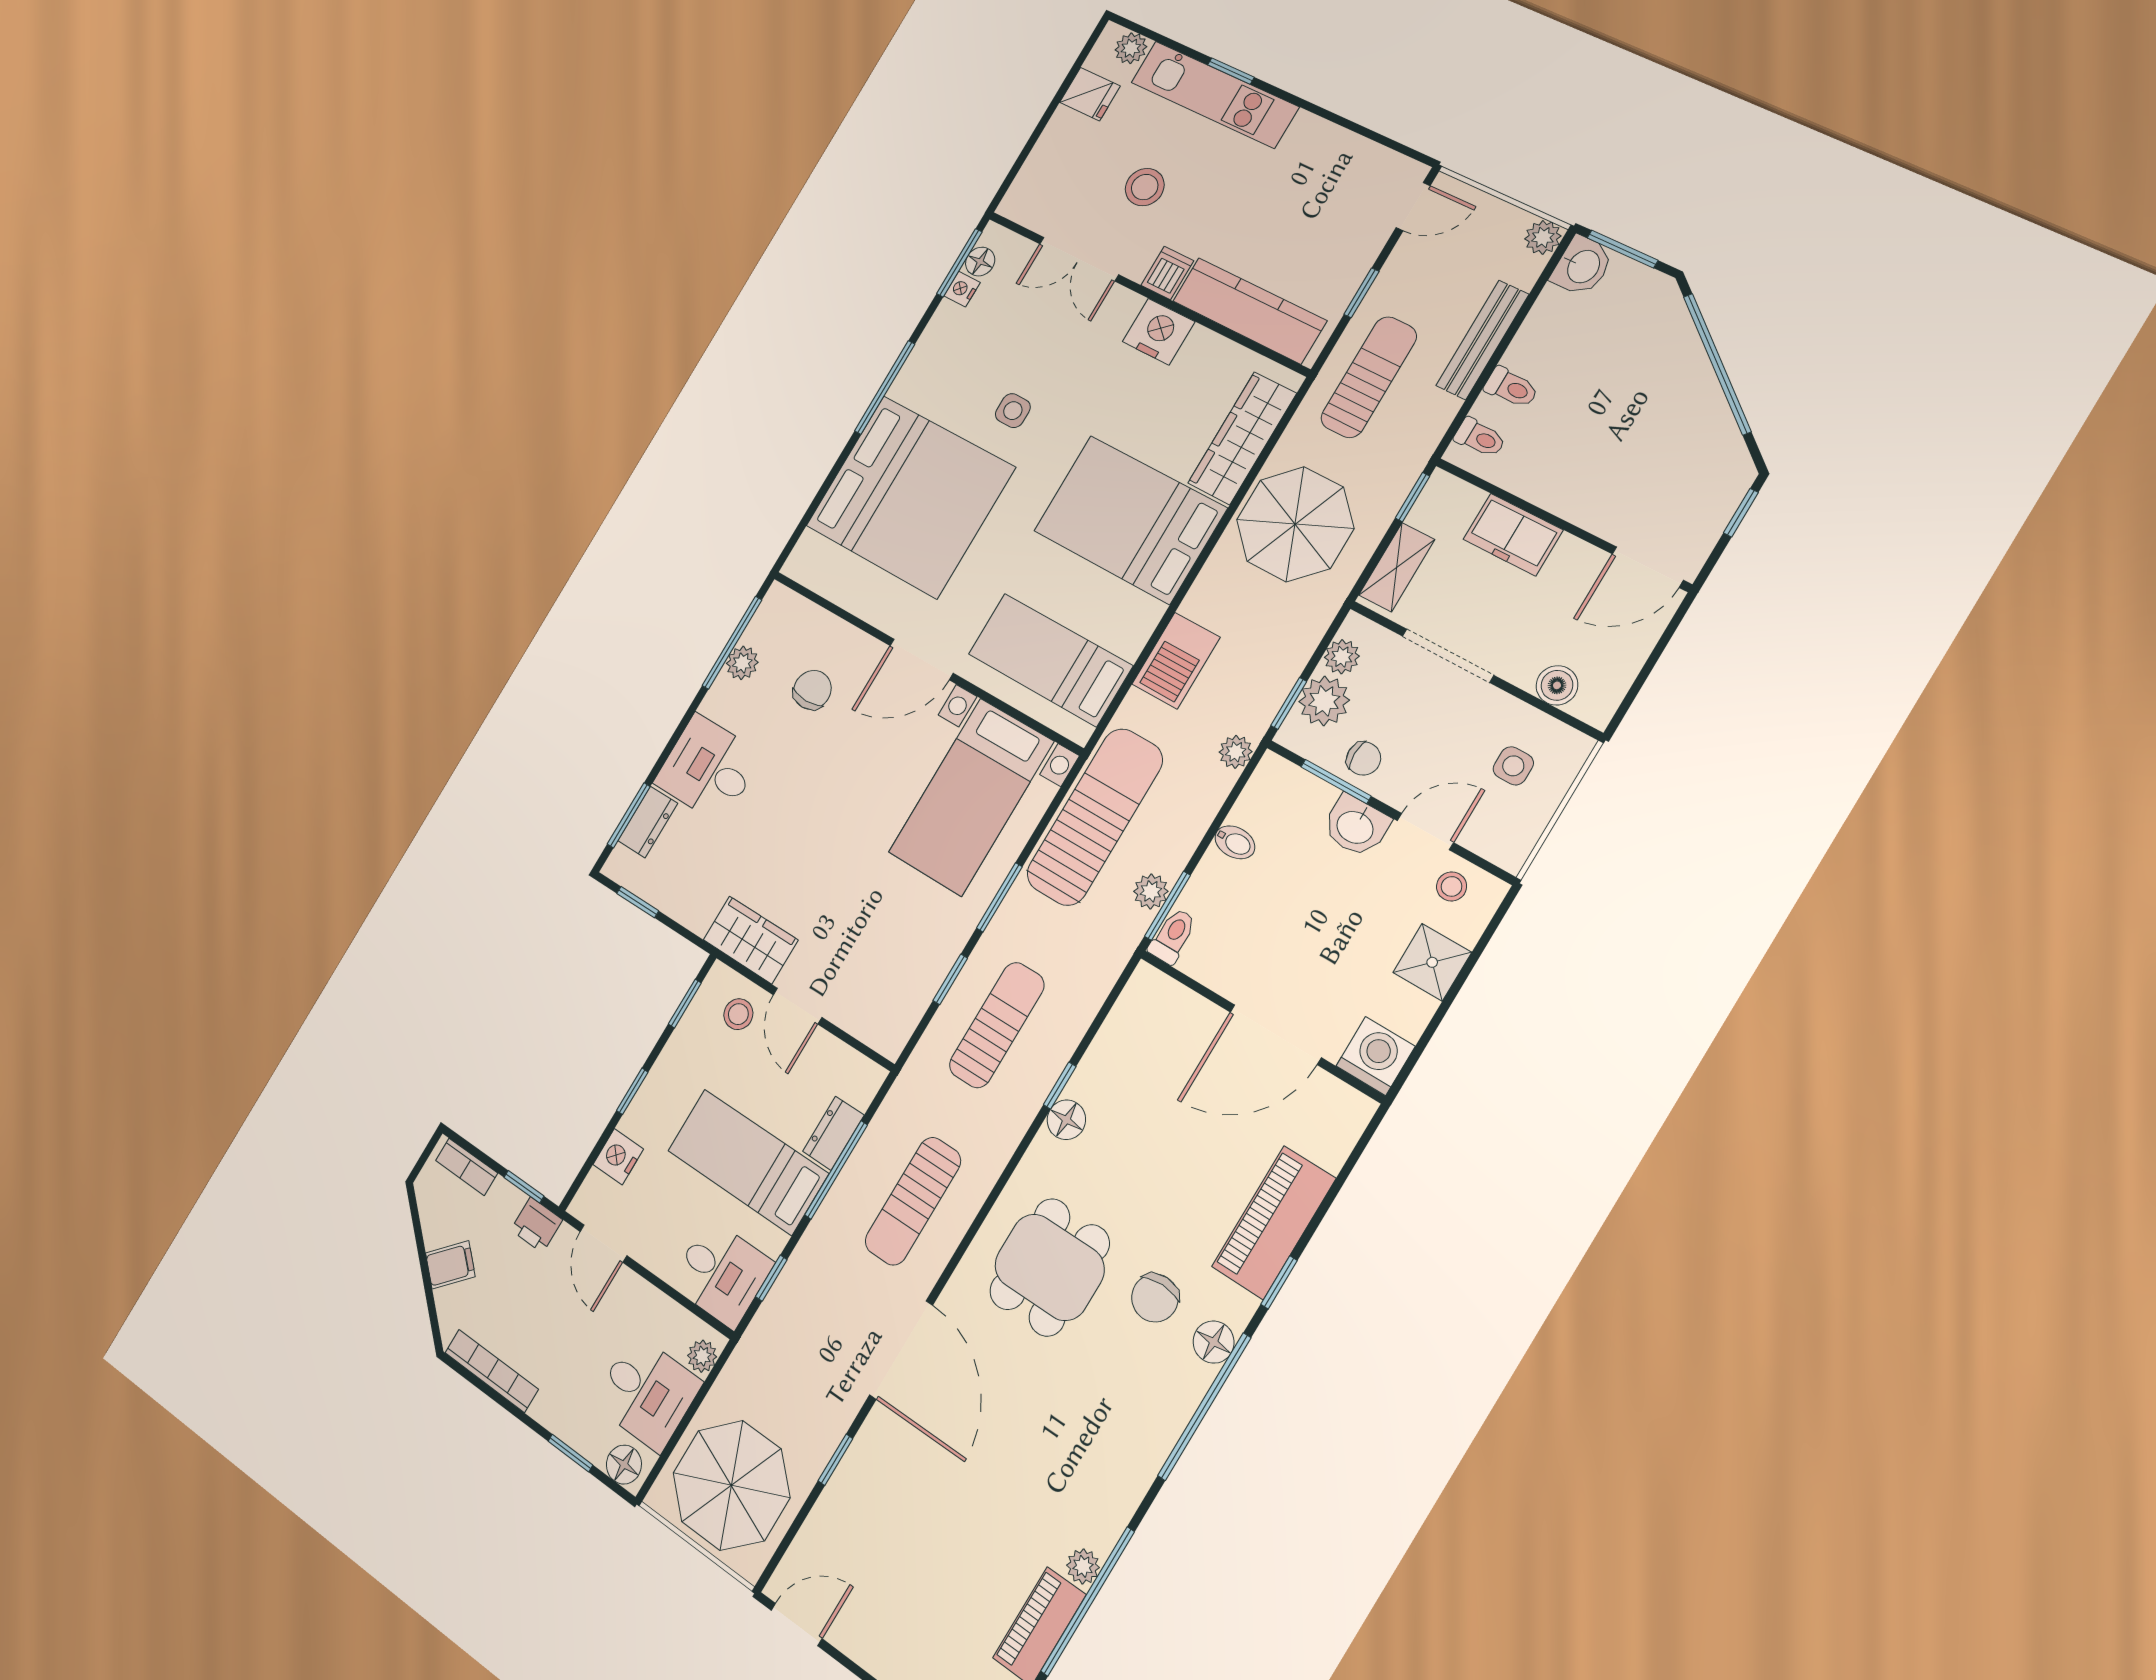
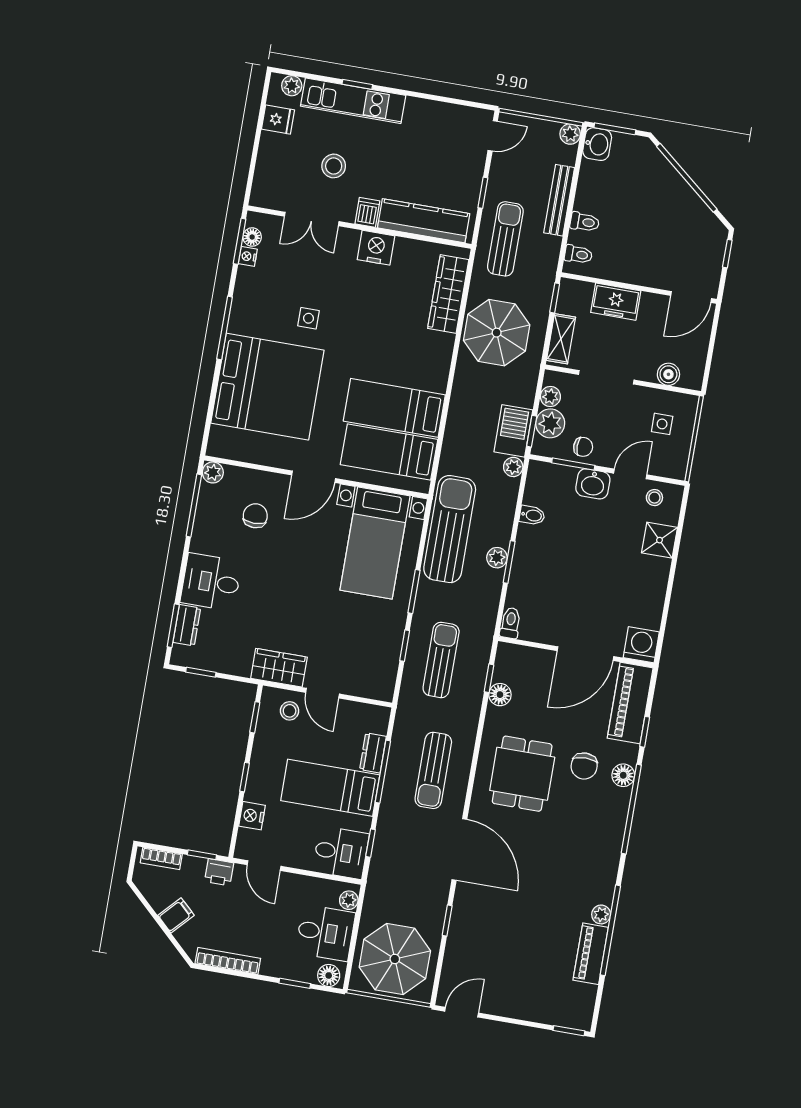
bed: (1130, 520) -> (394, 408), moved, width x0.67
barbecue: (1176, 661) -> (513, 431), moved, turned 180
plant: (742, 663) -> (213, 472), moved
toilet: (1173, 936) -> (510, 623), moved
wall: (1261, 1026) -> (576, 652), moved
door: (1276, 1035) -> (585, 654), moved
washing machine: (1376, 1056) -> (641, 645), moved

